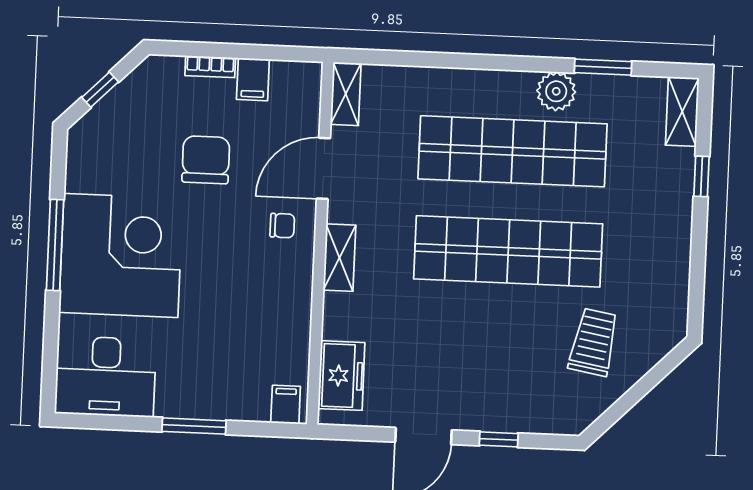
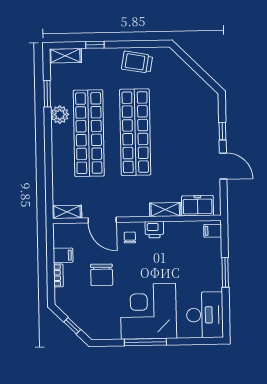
chair: (206, 160) -> (102, 275), turned -90
shelving: (339, 258) -> (165, 210), moved
printer: (296, 279) -> (154, 230), added
trolley: (594, 342) -> (137, 62), moved

